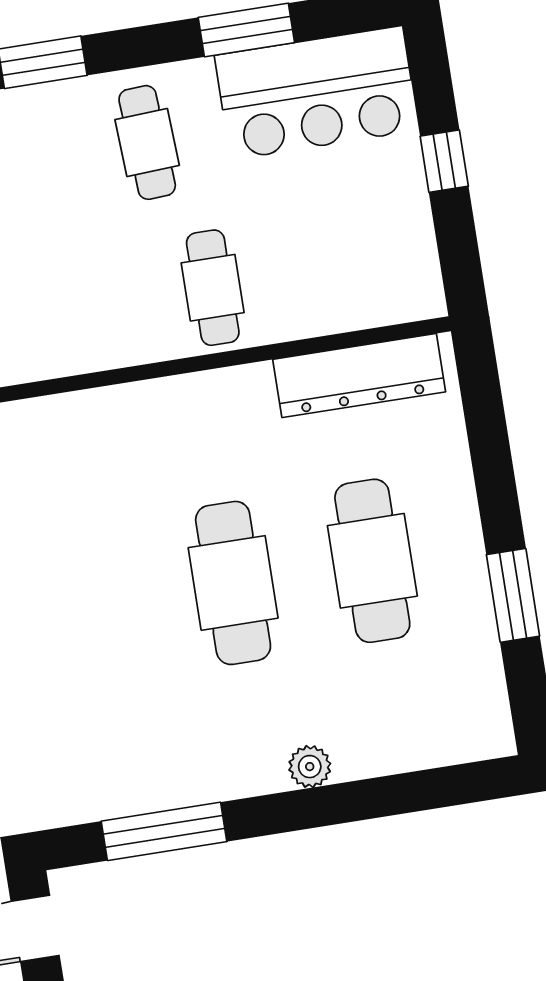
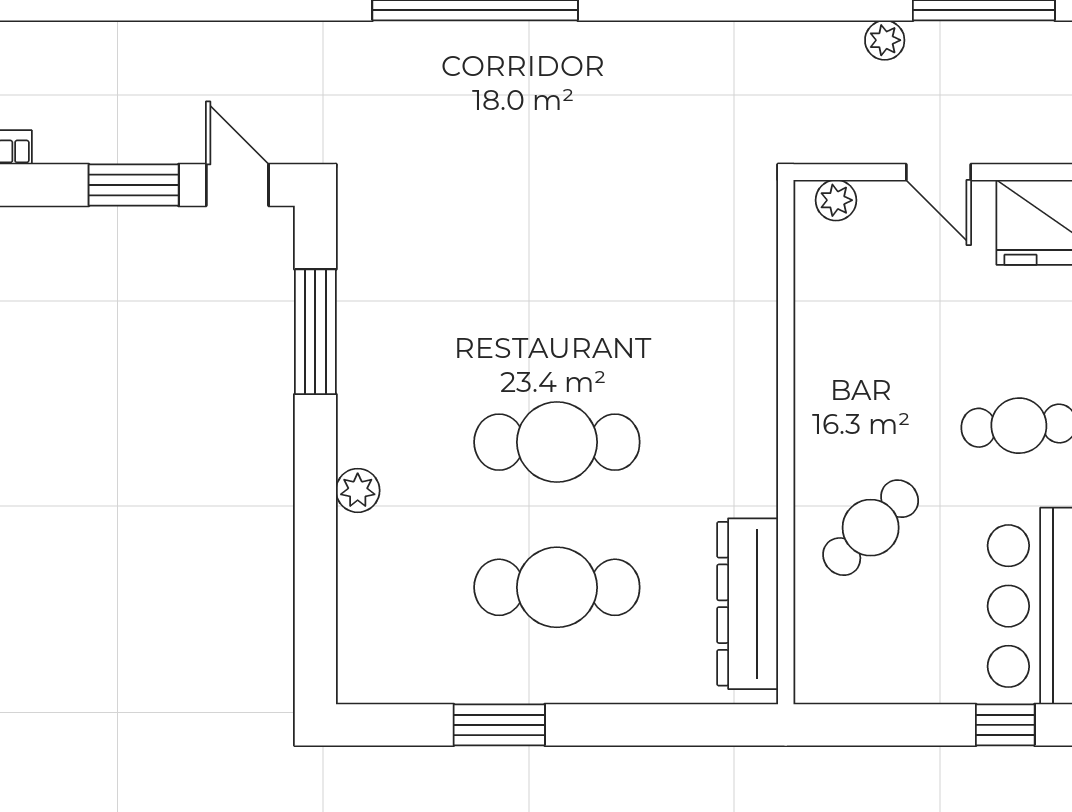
window: (444, 161) -> (1005, 725), moved
cafe table: (213, 288) -> (871, 528), moved, turned -45

